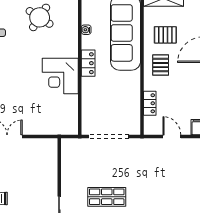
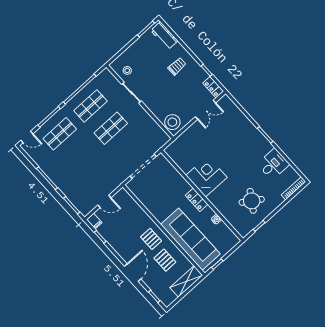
pallet: (165, 35) -> (165, 260), turned 90
locker: (150, 103) -> (136, 209), removed
stool: (47, 152) -> (172, 122), added

